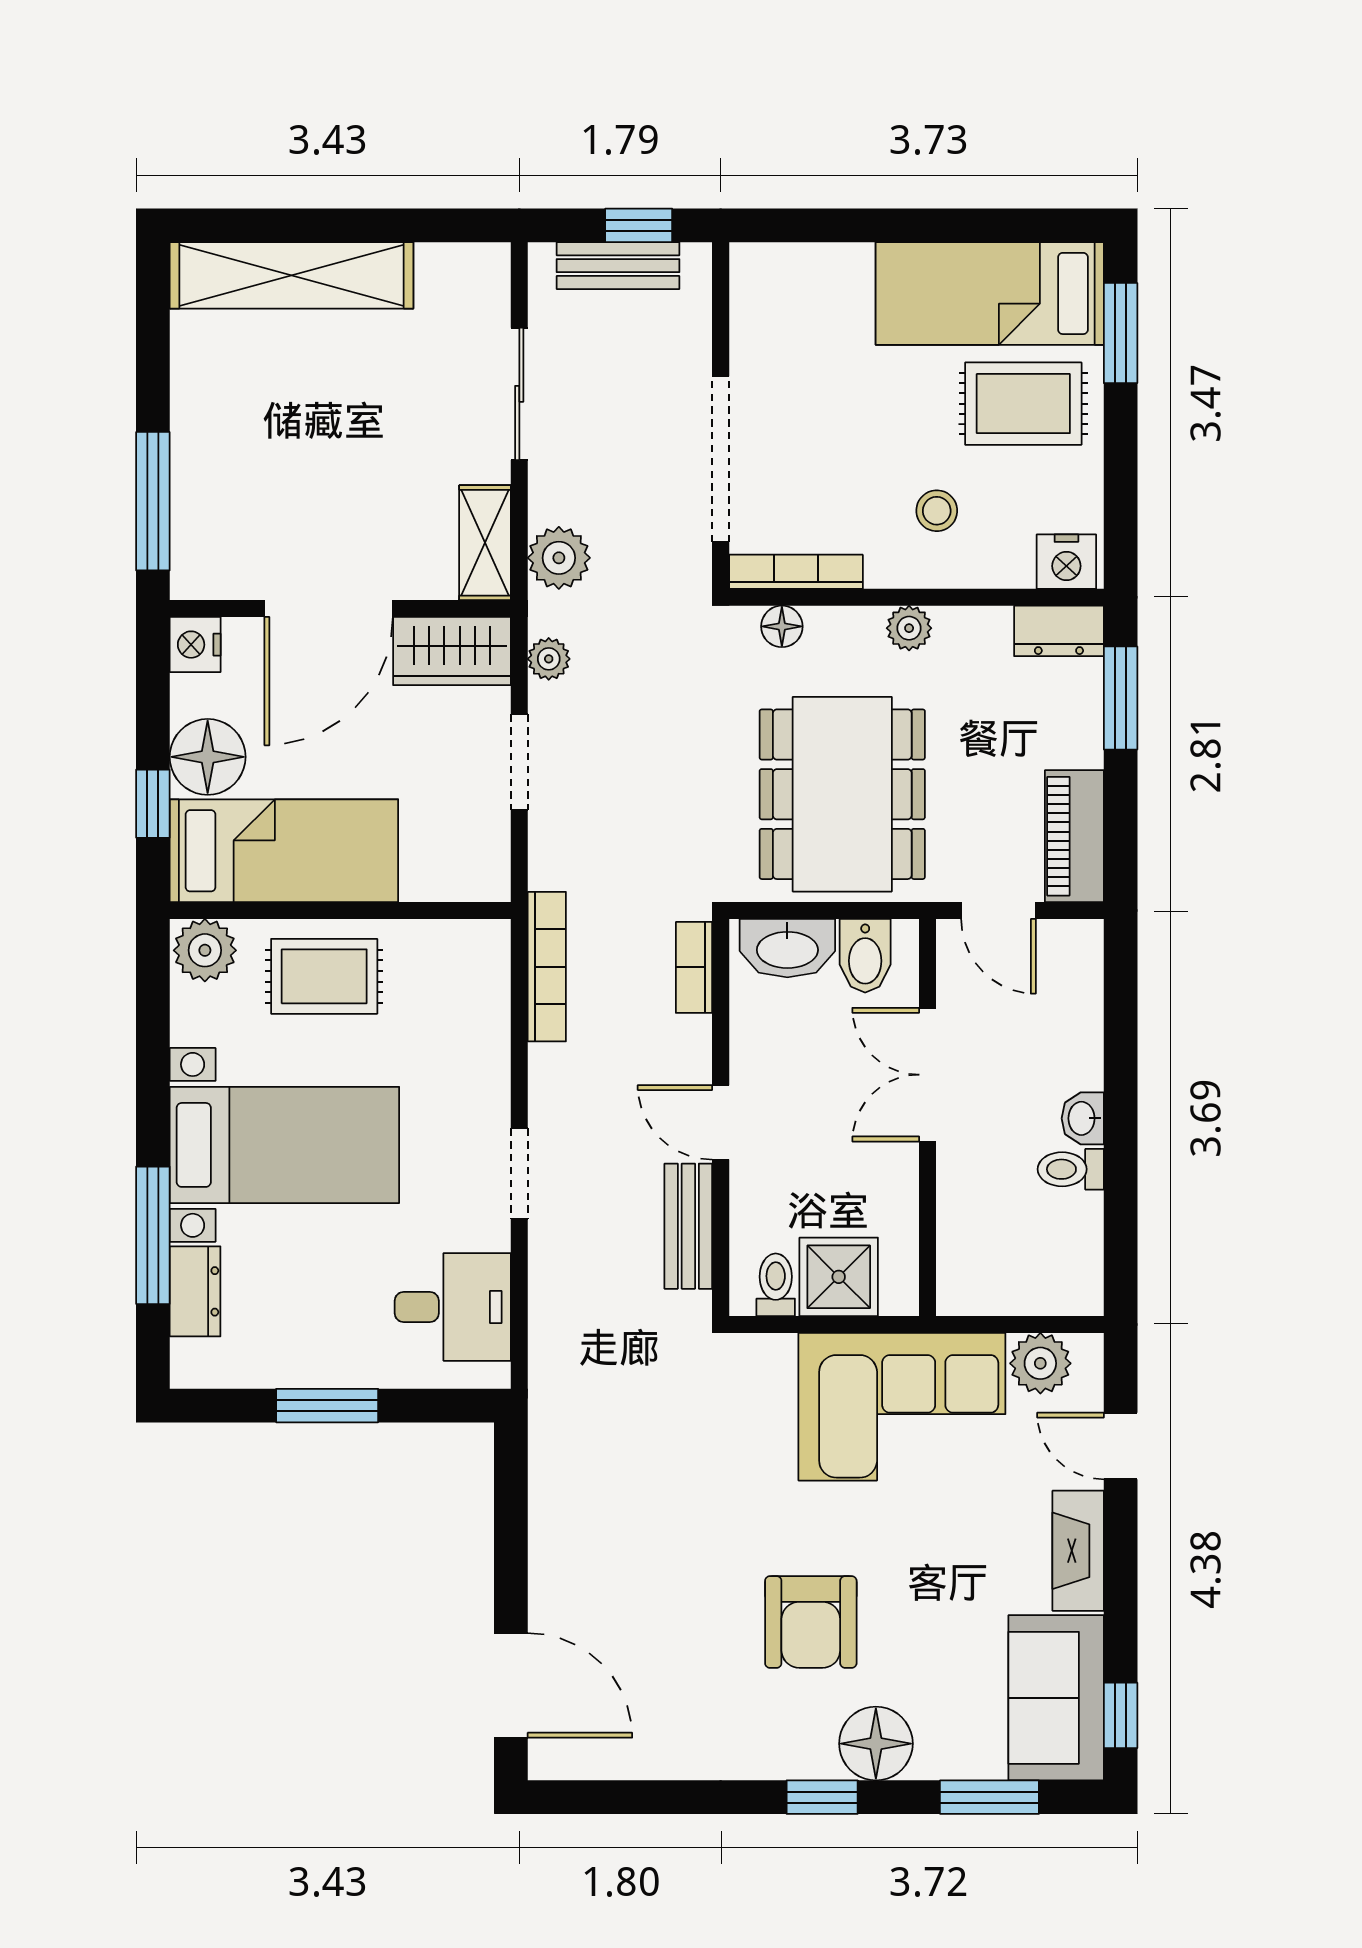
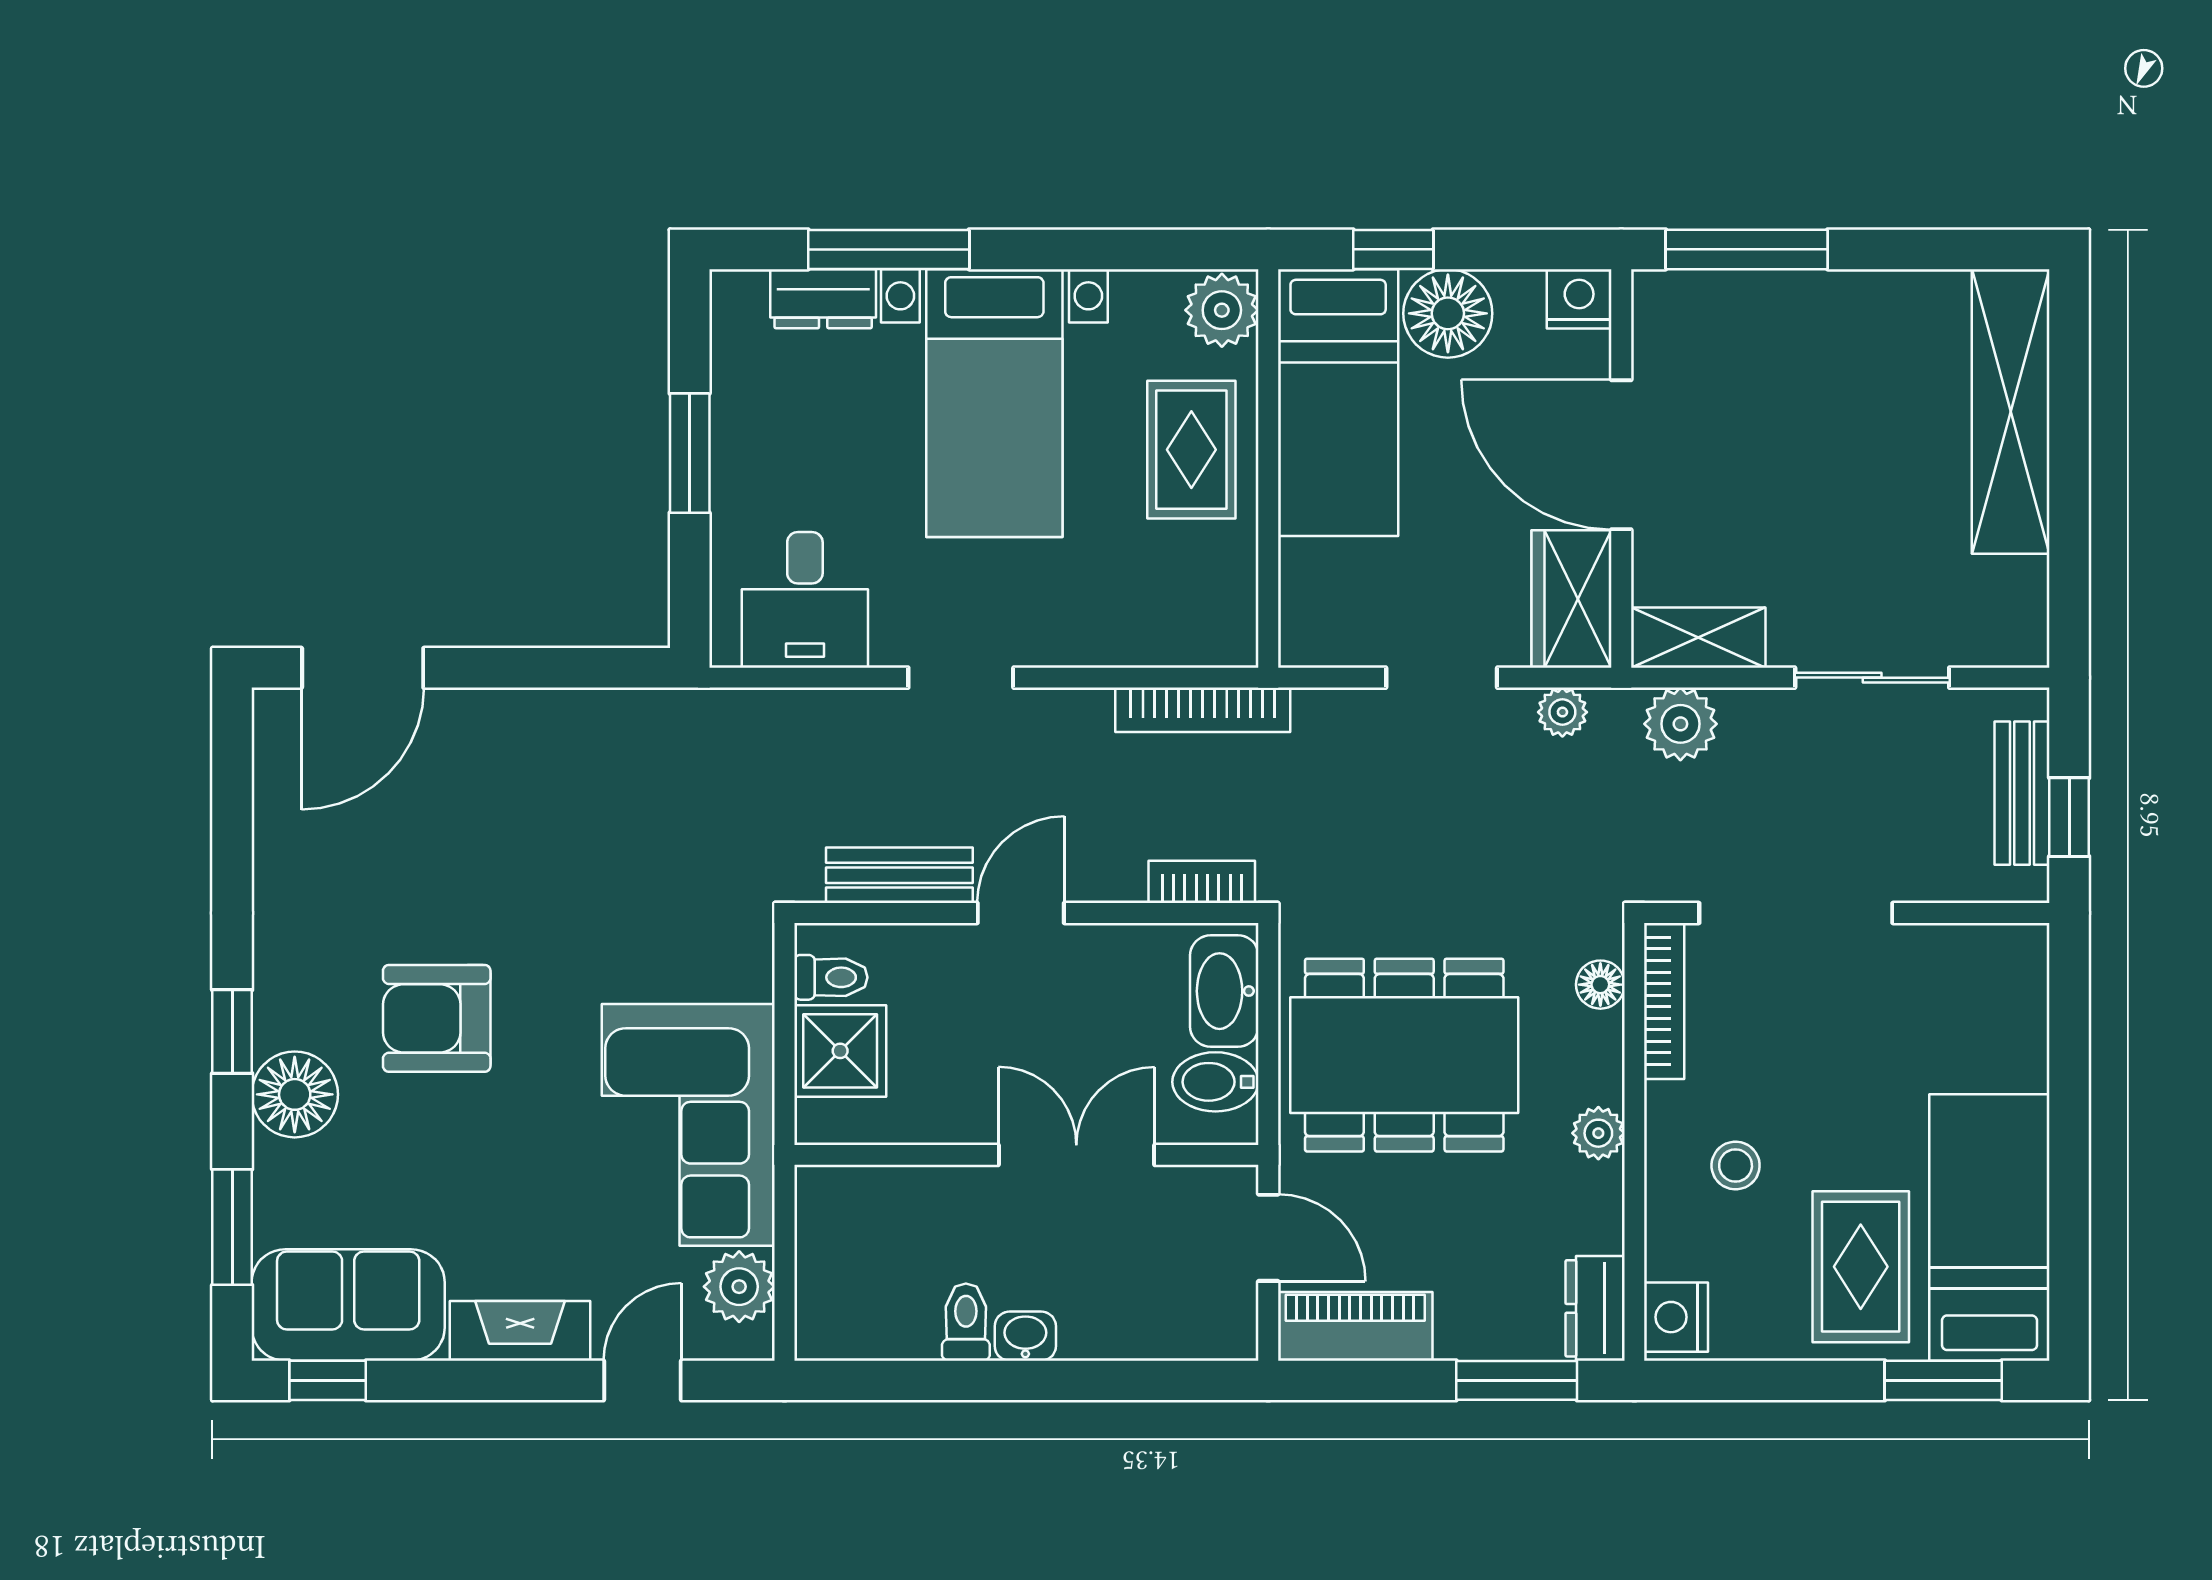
door: (998, 911) -> (1268, 1238), swing flipped

